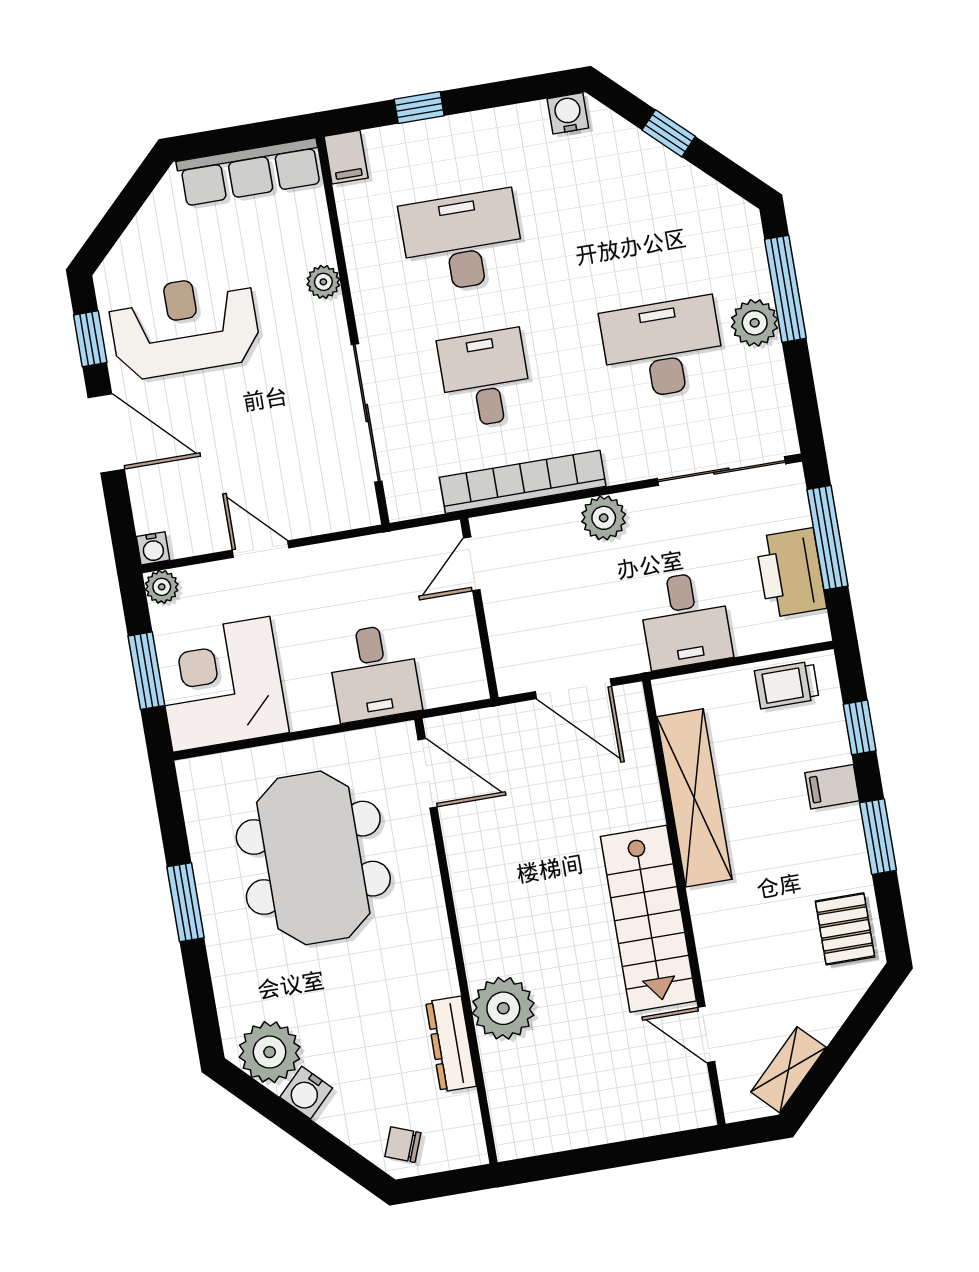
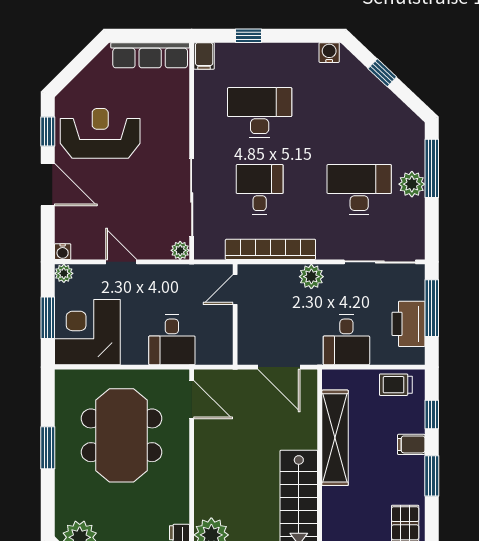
plant: (323, 282) -> (180, 250), moved

